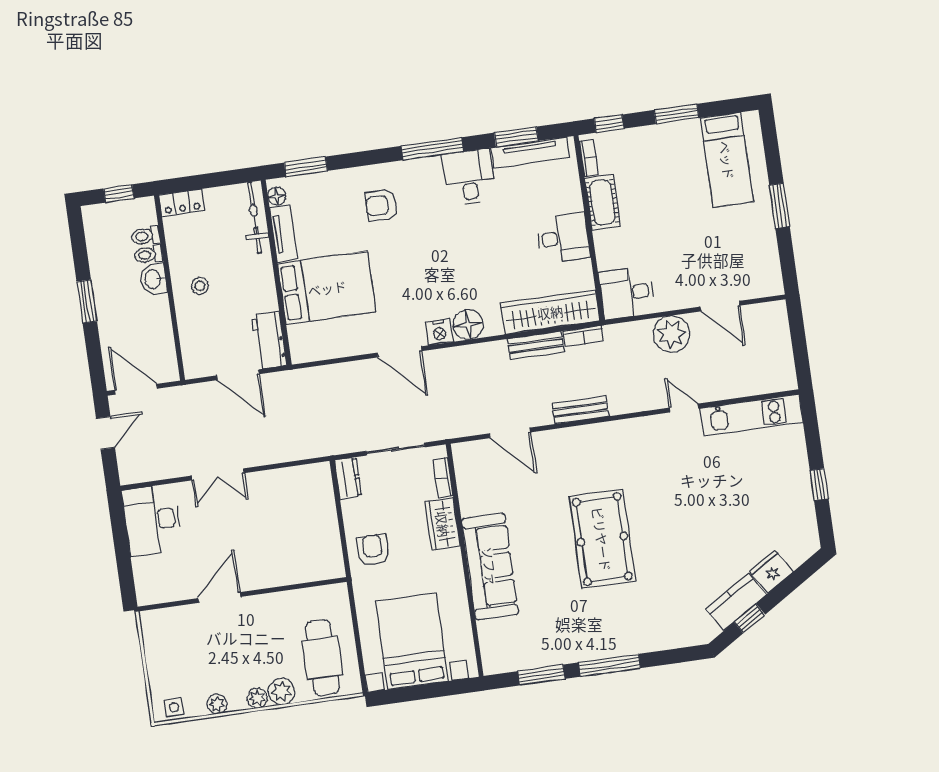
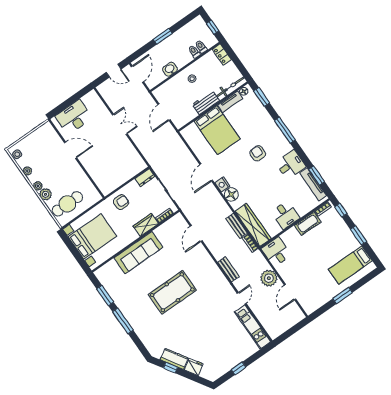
window: (432, 149) -> (285, 130), moved
armchair: (381, 205) -> (258, 153), moved
washbasin: (153, 279) -> (170, 69), moved
workbench: (269, 340) -> (206, 103), moved
bench: (580, 410) -> (228, 269), moved
double door: (218, 474) -> (120, 124), swing flipped
desk: (152, 520) -> (74, 117), moved

